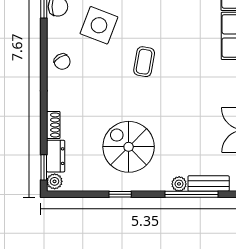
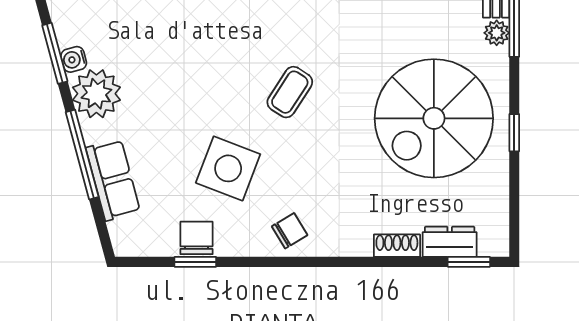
coffee table: (144, 62) -> (290, 92), turned -67
spiral stairs: (129, 147) -> (434, 118), width x1.37, depth x1.37
plant: (55, 181) -> (492, 244), removed

